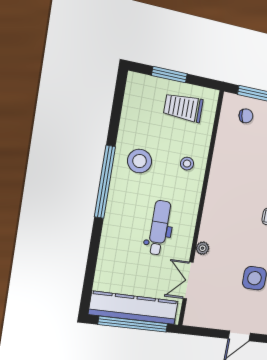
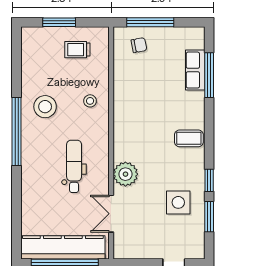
trolley: (183, 108) -> (77, 50), width x0.73, depth x0.72
plant: (203, 248) -> (125, 174), width x1.87, depth x1.87

